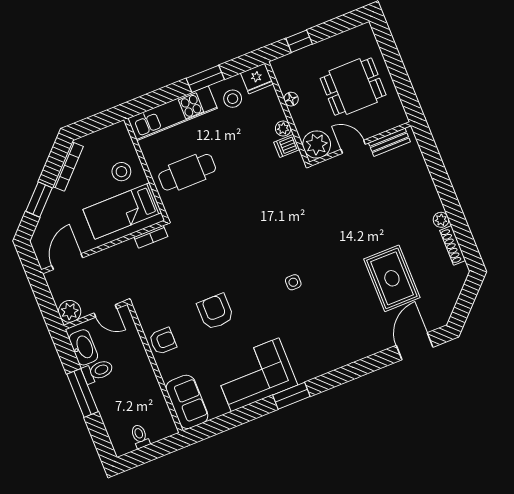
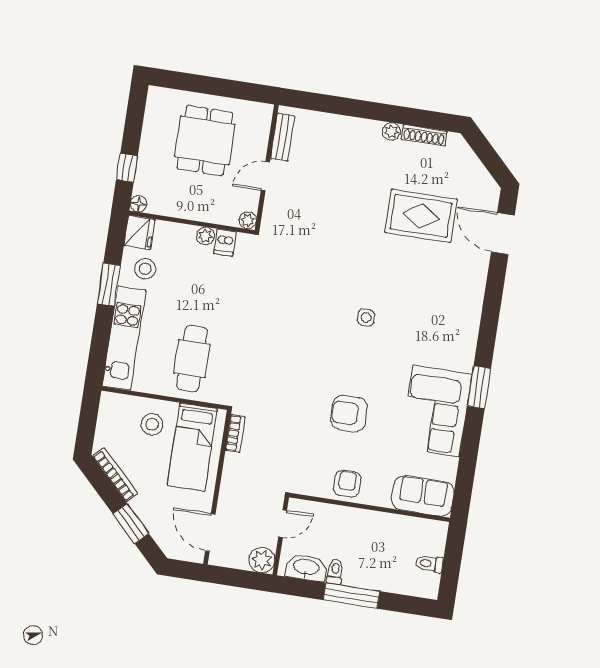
floor lamp: (291, 99) -> (139, 204), moved
plant: (317, 145) -> (248, 220), width x0.53, depth x0.53
toilet: (98, 371) -> (335, 572), width x0.73, depth x0.72

